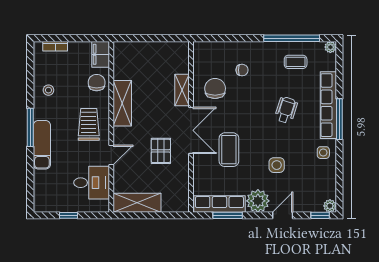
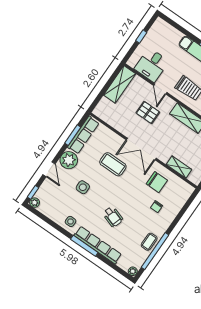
coffee table: (296, 62) -> (149, 242), moved
shelving: (182, 90) -> (179, 167), moved
pallet: (161, 151) -> (148, 112), moved

